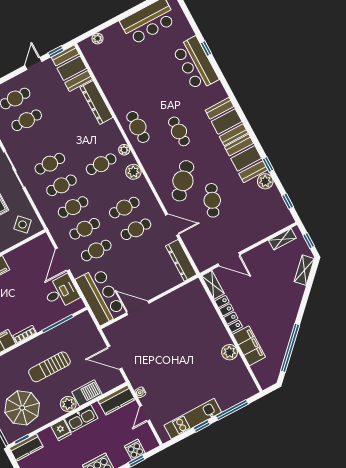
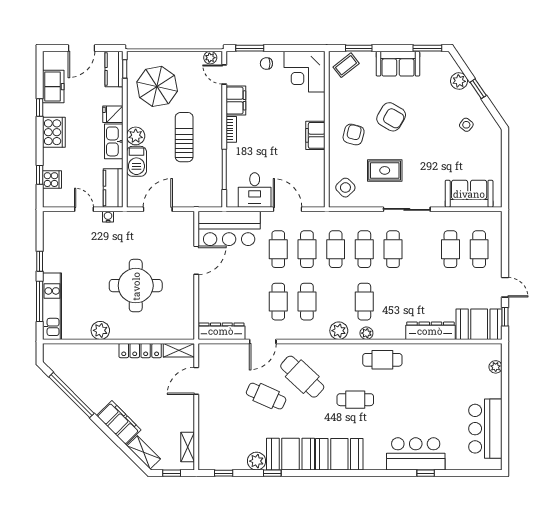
round table: (181, 344) -> (136, 286), added
filing cabinet: (249, 346) -> (119, 423), moved, turned -135
kitchen unit: (193, 419) -> (52, 306), moved

